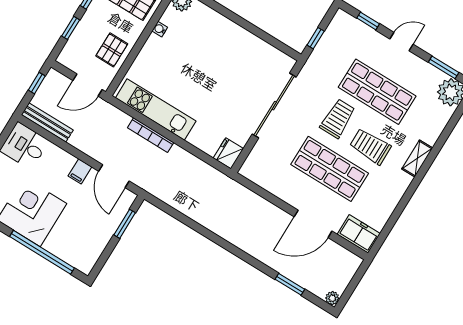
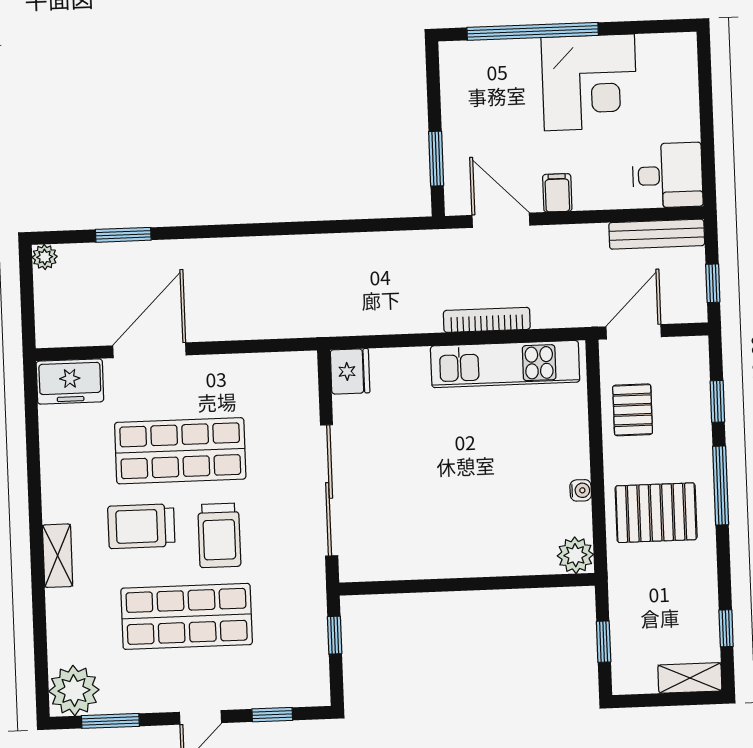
trolley: (370, 146) -> (141, 526), turned 180

